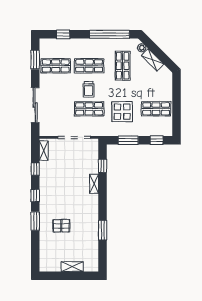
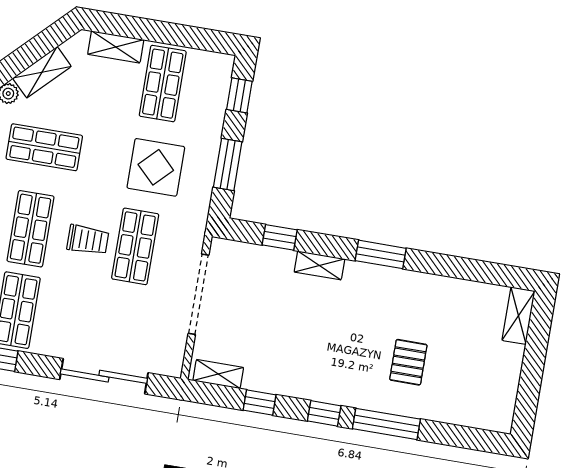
shelving: (168, 88) -> (116, 47), added
window: (35, 221) -> (386, 424), width x1.44
window: (103, 230) -> (381, 254), moved
shelving: (72, 267) -> (519, 316), moved

